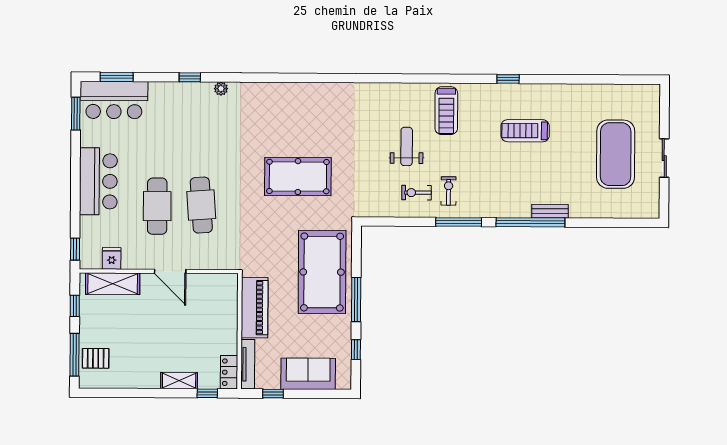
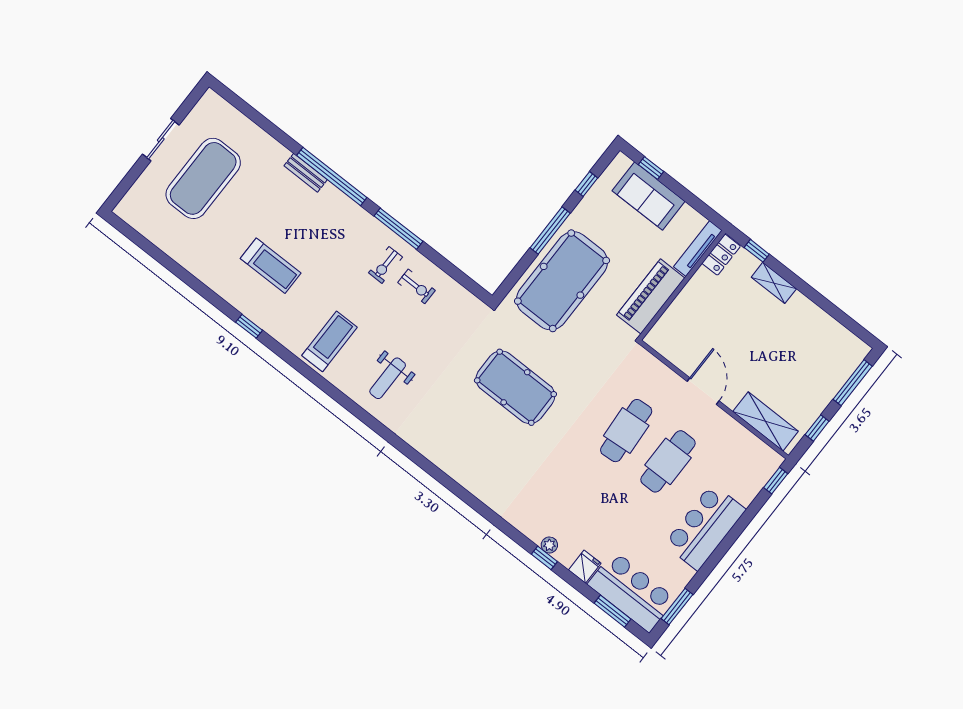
plant: (221, 89) -> (549, 545), moved
weight bench: (407, 146) -> (388, 378), moved
fridge: (112, 258) -> (585, 567), moved, turned 180
pallet: (96, 358) -> (835, 364), removed
window: (273, 394) -> (651, 168), moved

